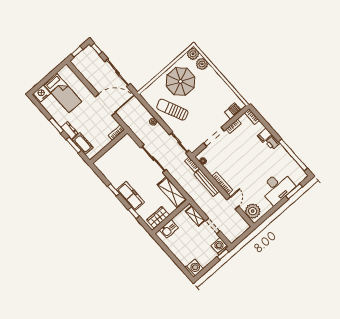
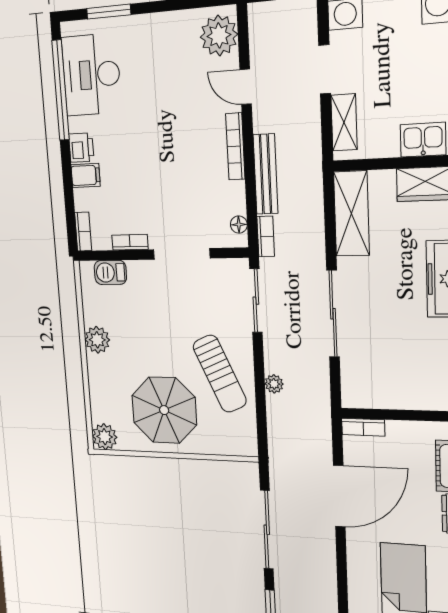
plant: (202, 64) -> (97, 340), moved
door: (105, 105) -> (339, 496), swing flipped
desk: (277, 188) -> (91, 75), moved, turned -90
door: (233, 203) -> (246, 87), hinge flipped

